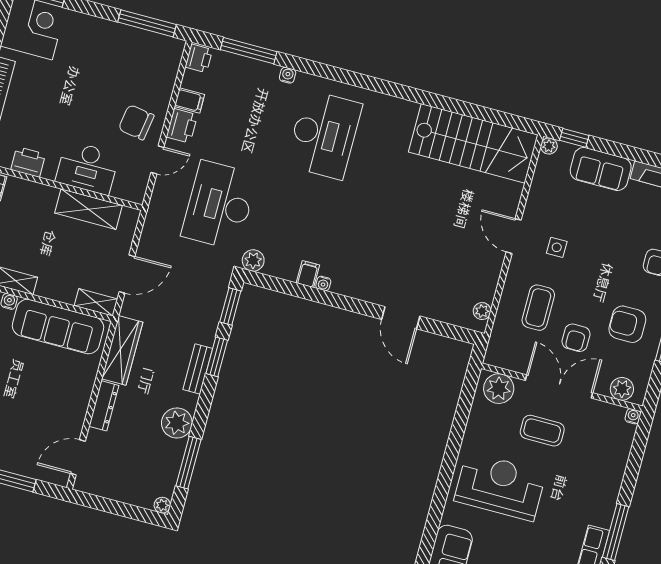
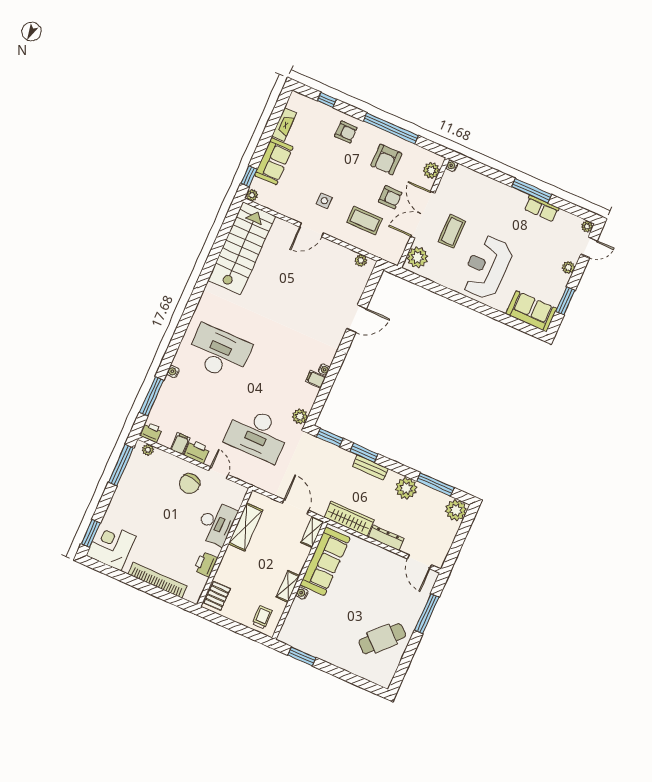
plant: (174, 57) -> (148, 450), added
plant: (162, 505) -> (456, 510), width x1.88, depth x1.88

